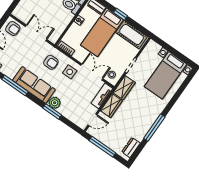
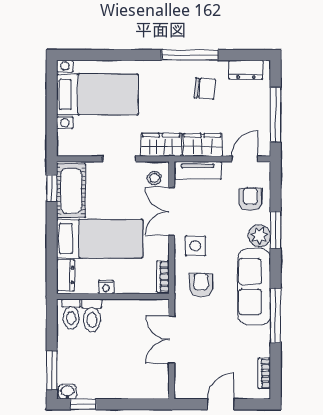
window: (120, 14) -> (52, 188), moved
armchair: (13, 29) -> (250, 199), moved
door: (93, 120) -> (245, 159), hinge flipped
chair: (135, 124) -> (205, 89), added

